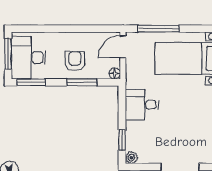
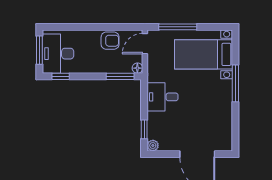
armchair: (75, 61) -> (110, 41), moved, turned 90
window: (31, 82) -> (61, 76), width x0.67
window: (82, 82) -> (120, 76), moved

